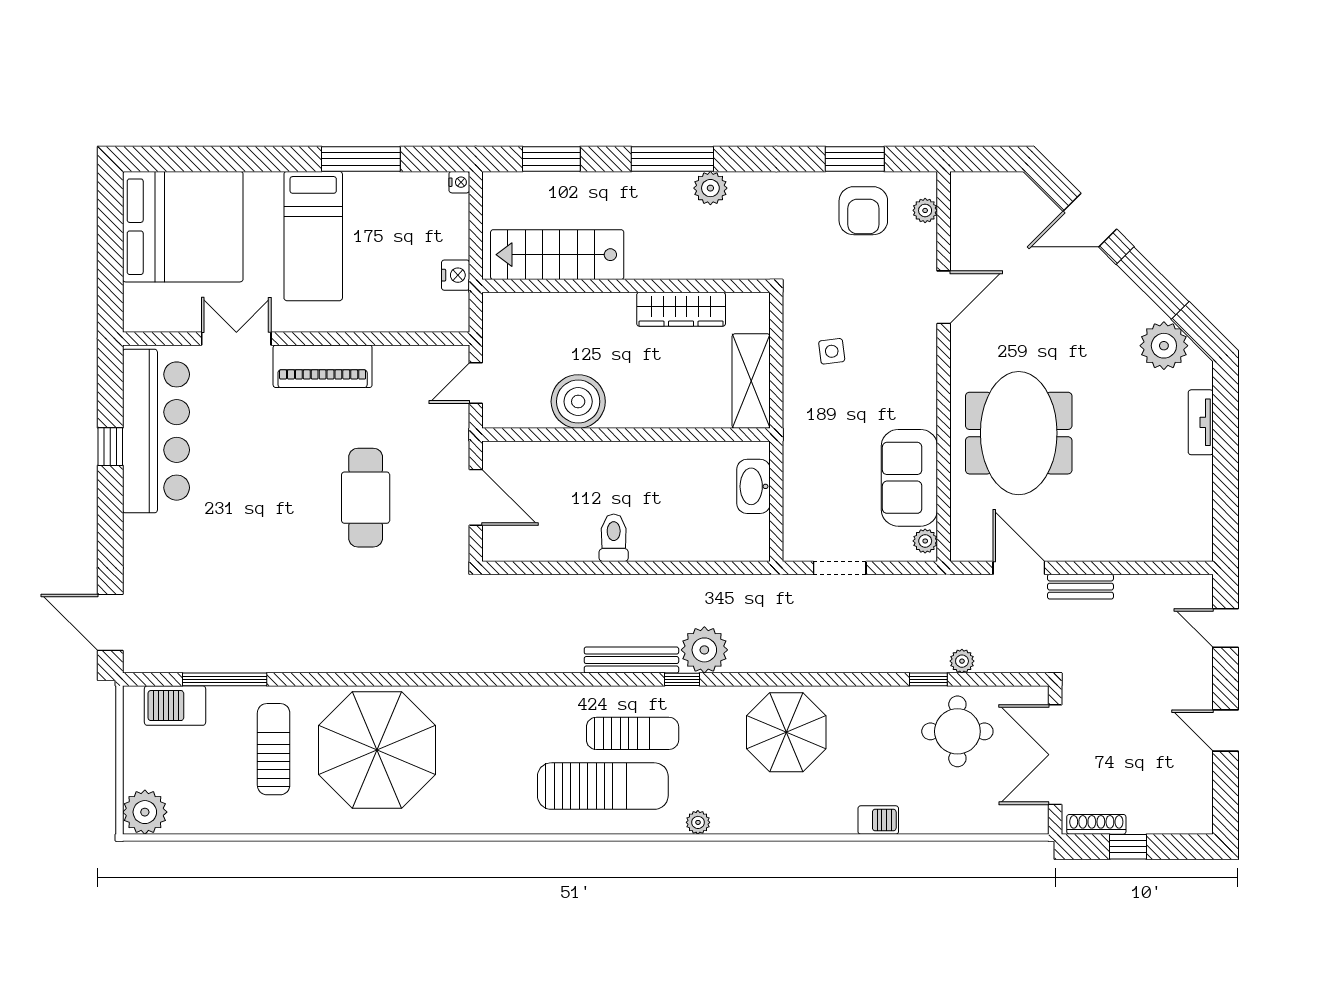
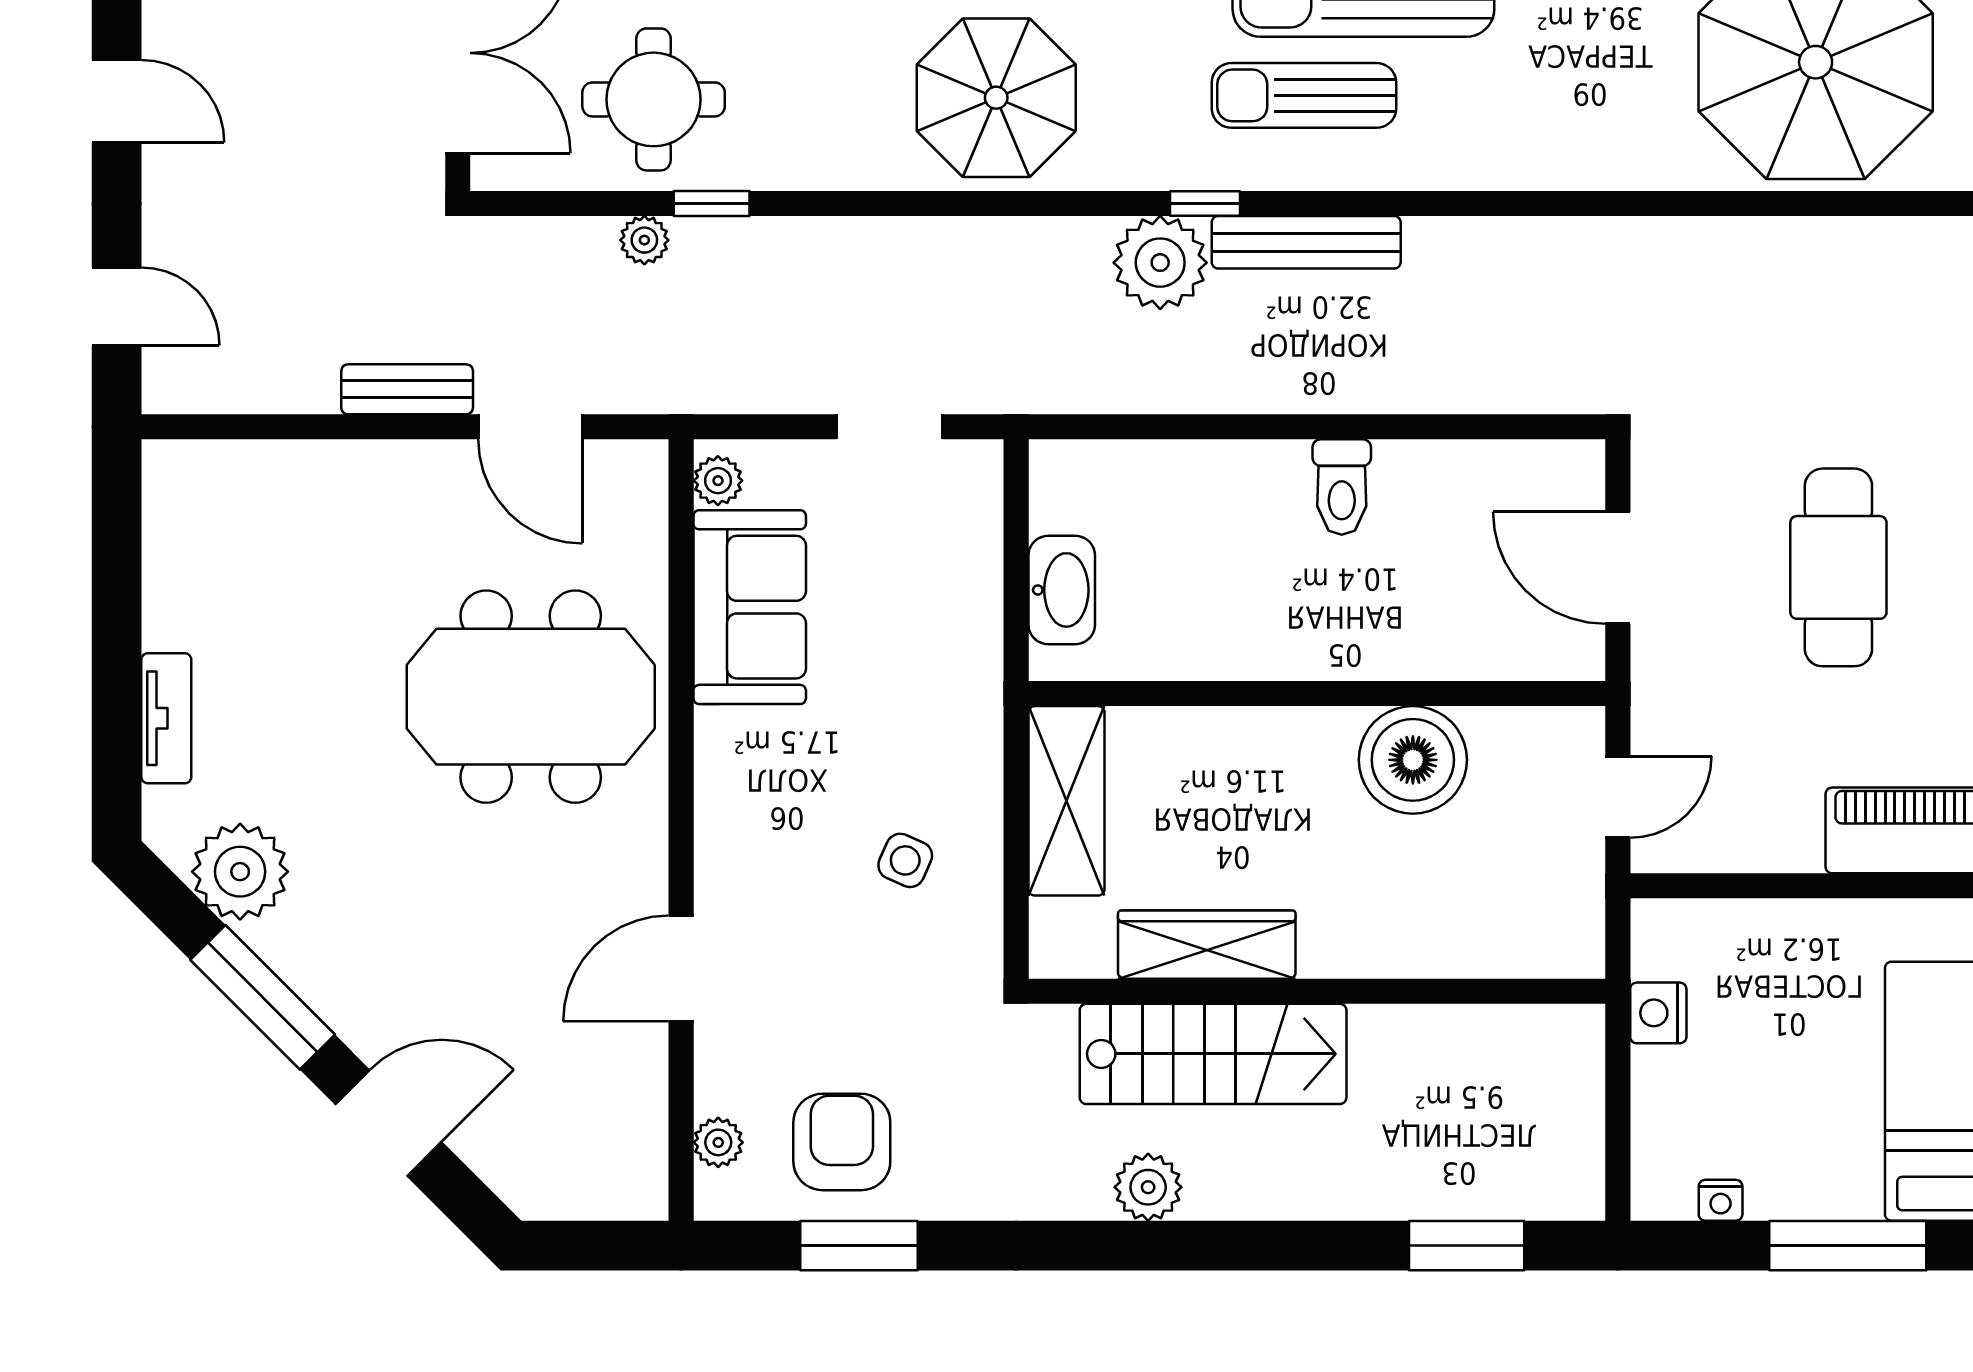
window: (672, 159) -> (1224, 1246), removed
nightstand: (459, 182) -> (1721, 1200), moved, turned -90
stairs: (557, 255) -> (1213, 1054), moved
side table: (832, 351) -> (905, 860), turned 31
meeting table: (1019, 433) -> (531, 697), turned 90

